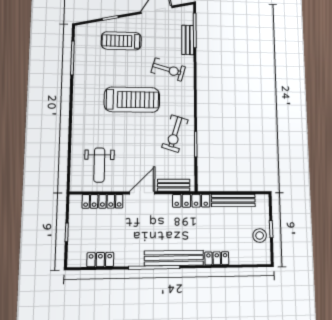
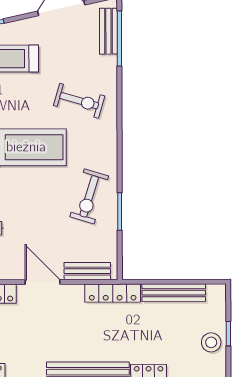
bench: (188, 40) -> (108, 31), moved
door: (142, 193) -> (42, 282), hinge flipped

